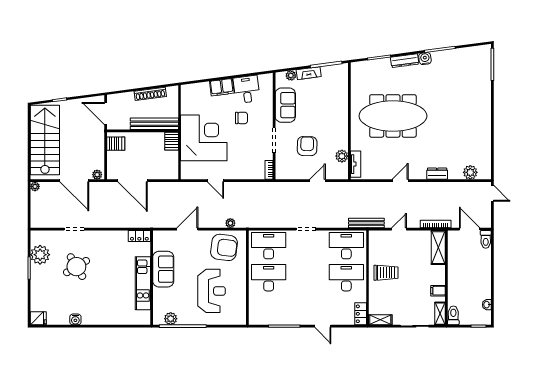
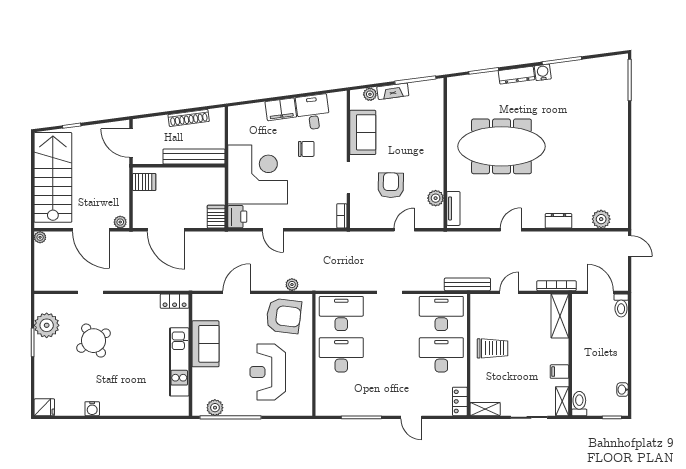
server rack: (172, 141) -> (216, 217), moved, turned 180
printer: (188, 170) -> (237, 217), added
reception desk: (212, 291) -> (268, 372), turned 180

